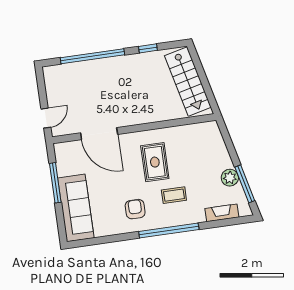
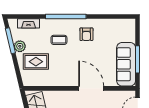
door: (99, 134) -> (91, 88), moved
rug: (155, 162) -> (36, 62), moved, turned 90
sofa: (76, 208) -> (126, 64), moved

